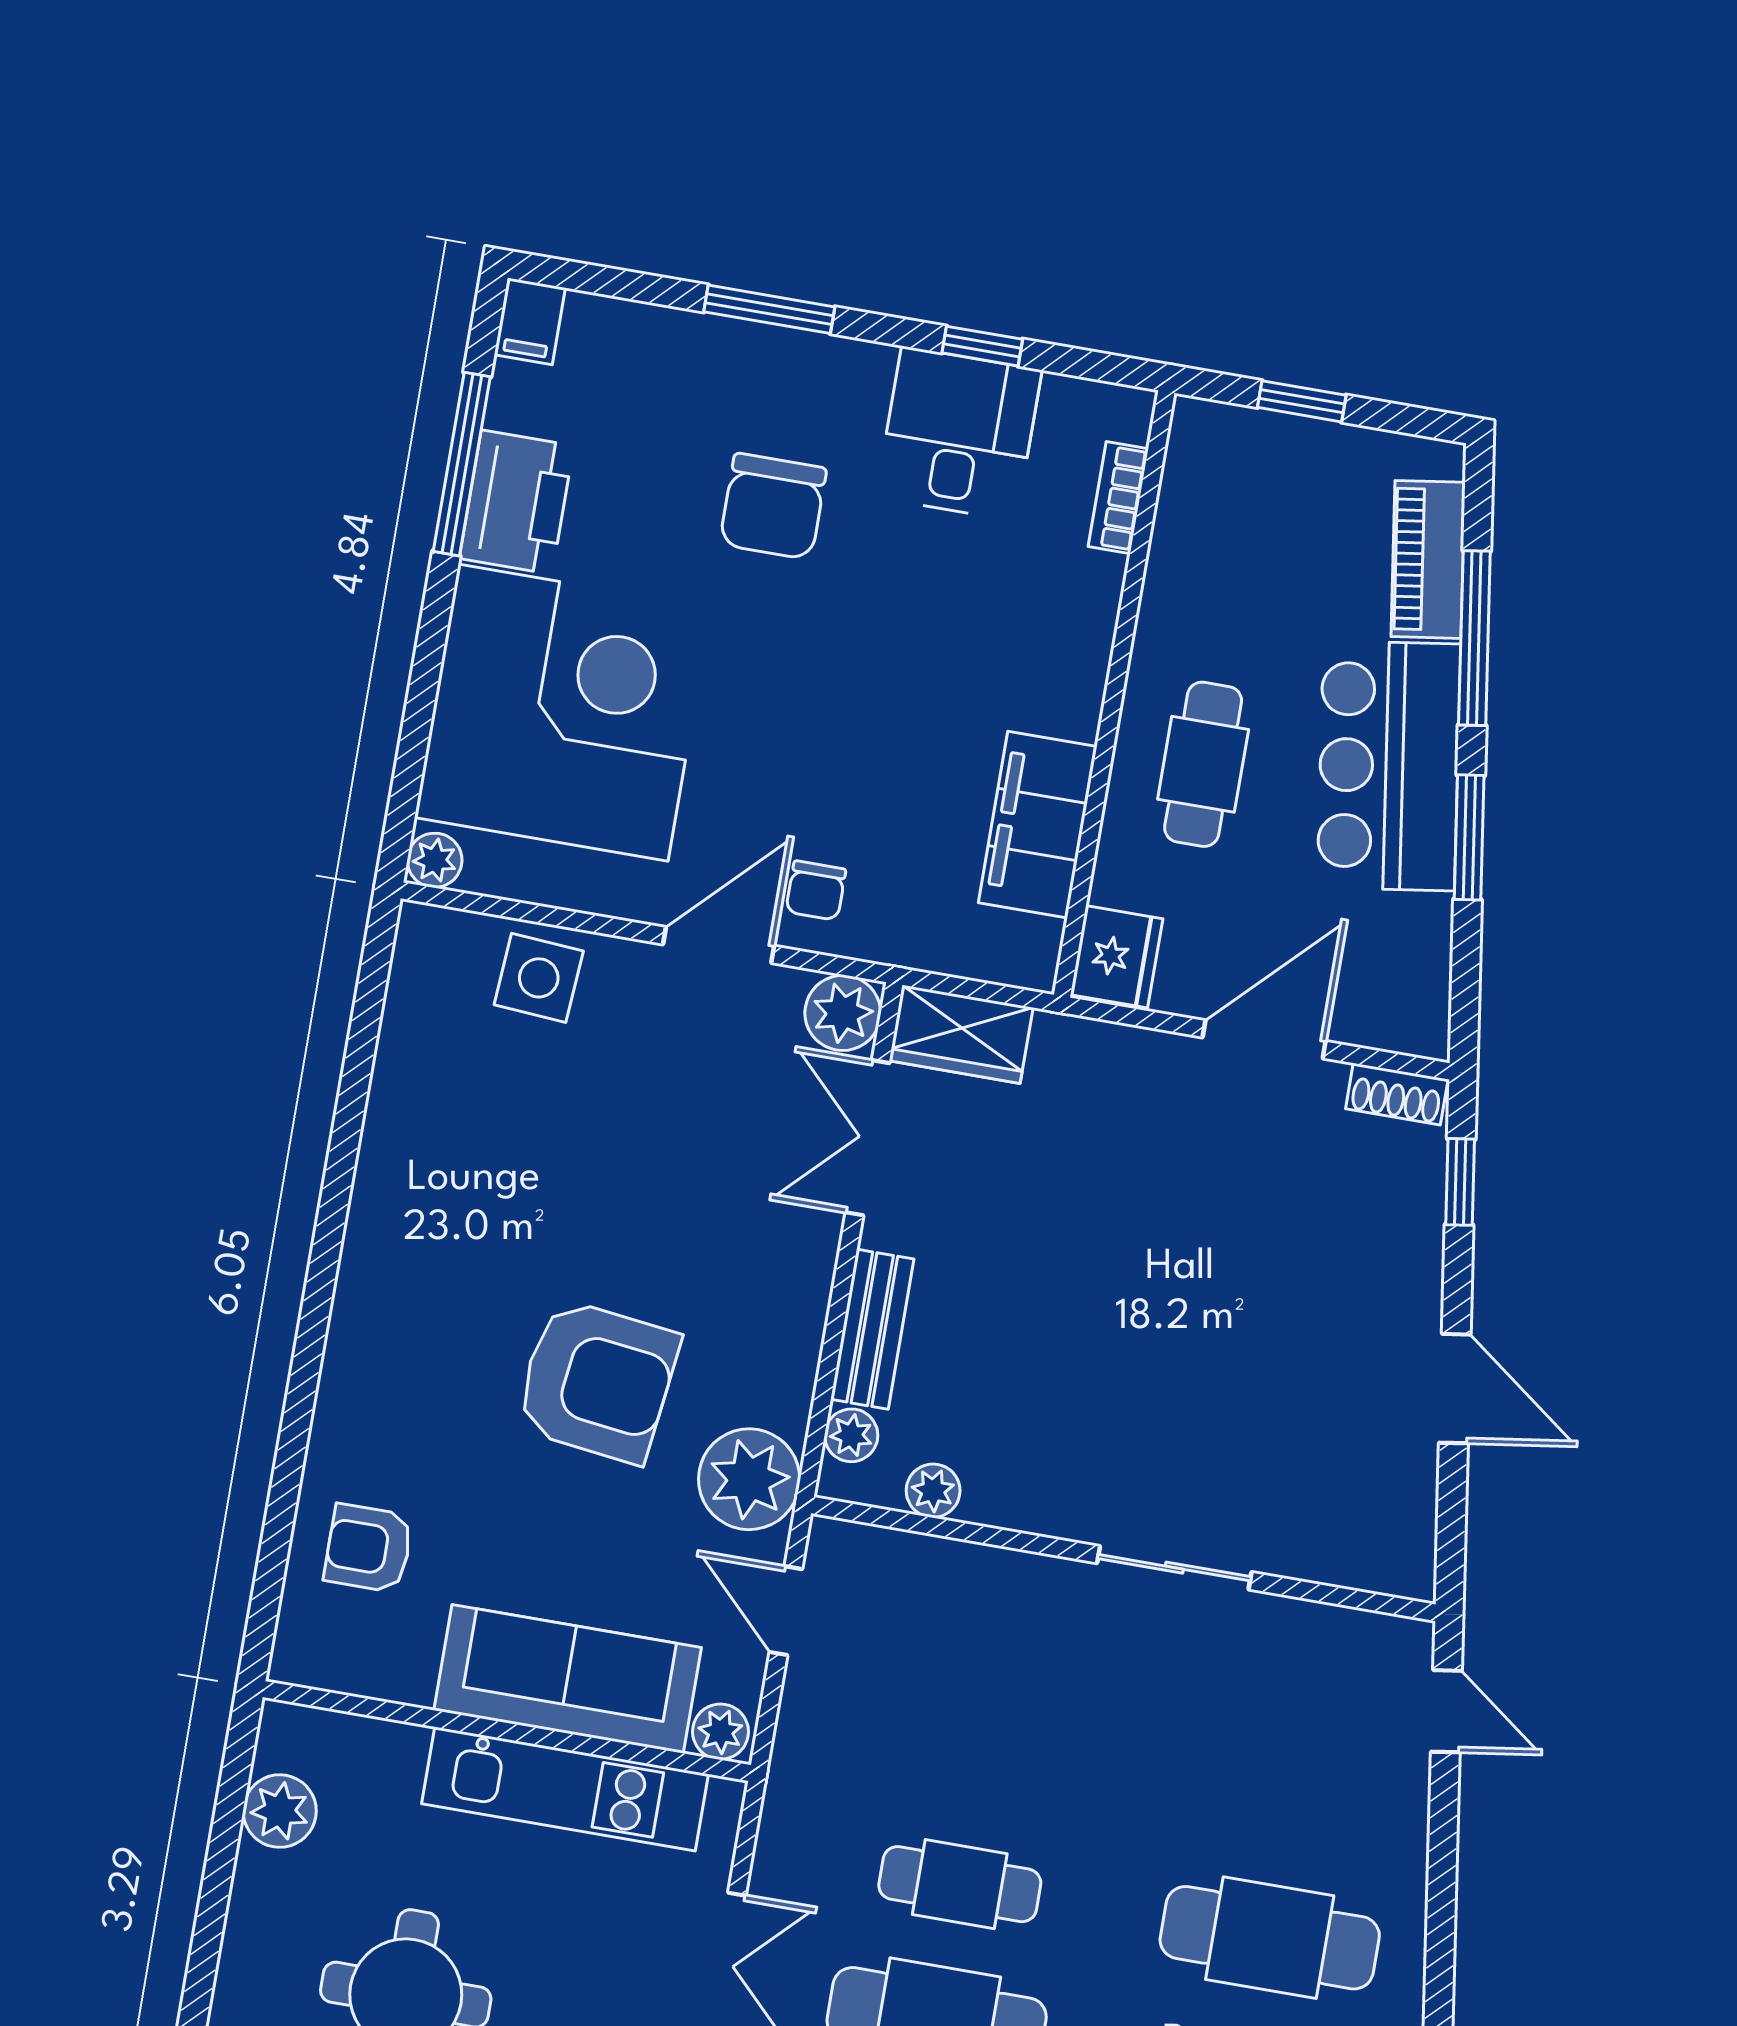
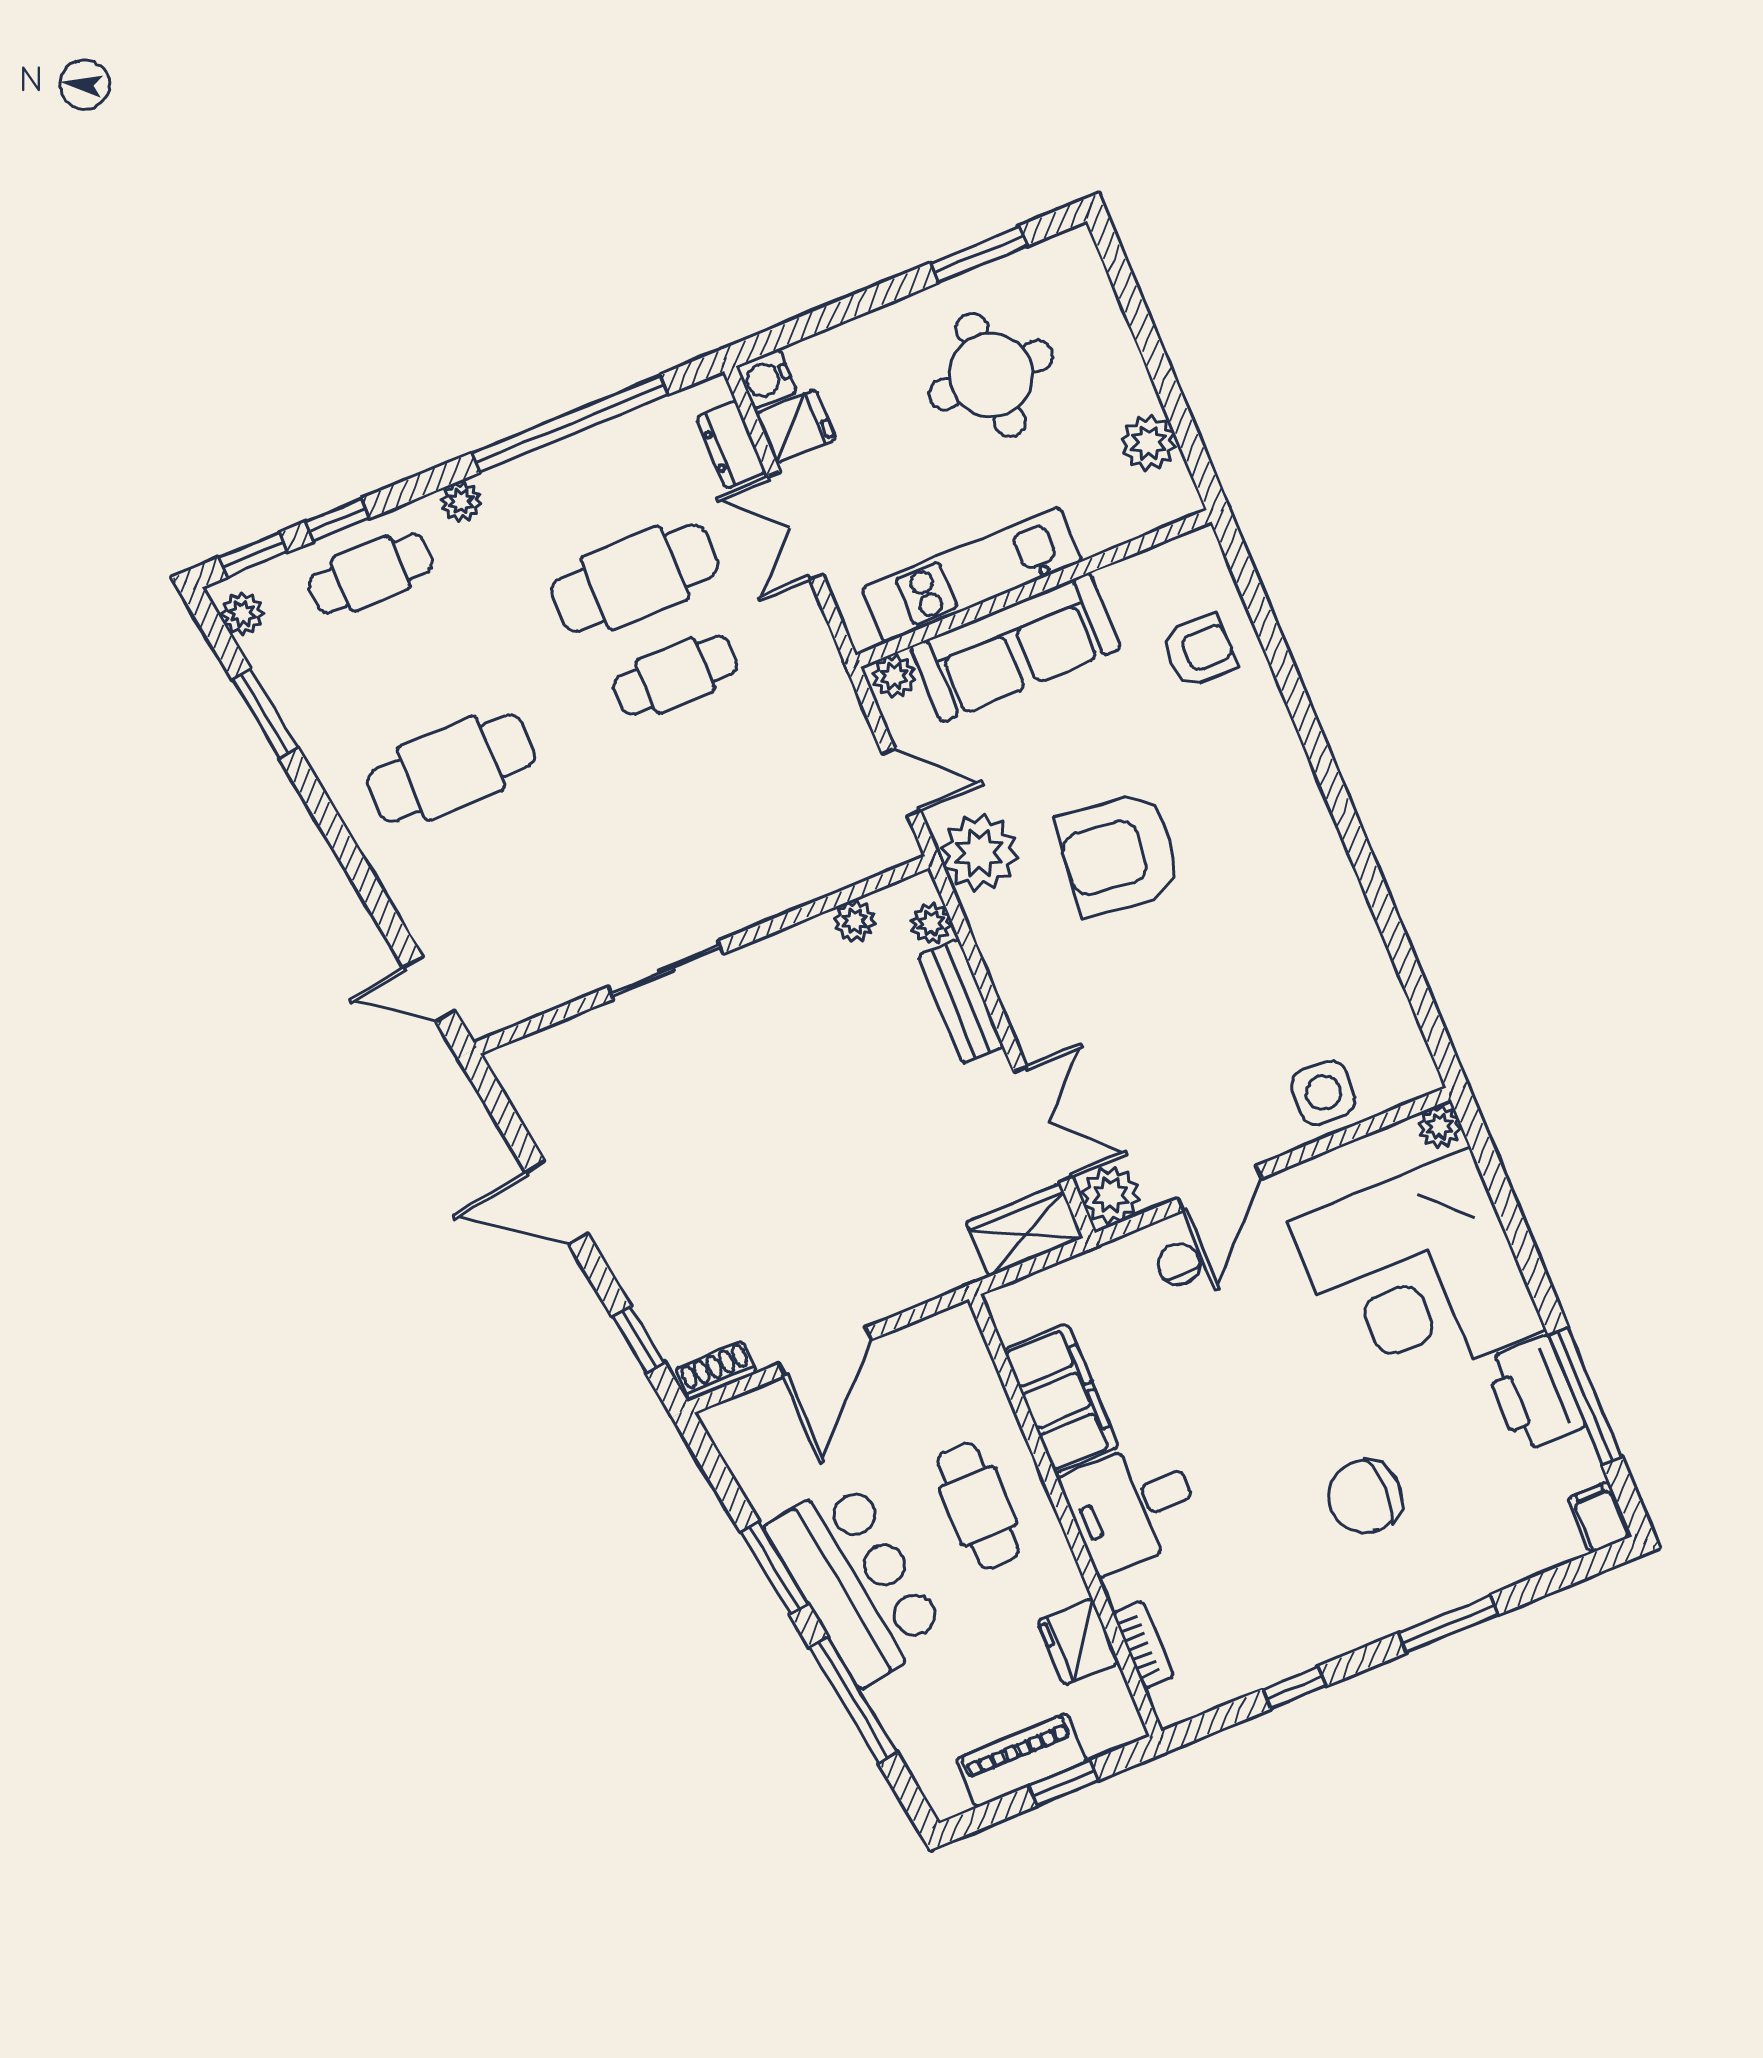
desk: (959, 434) -> (1132, 1506), moved, turned 90
chair: (773, 506) -> (1365, 1497), turned -90
piano: (1428, 559) -> (1021, 1760), moved, turned -82
fridge: (1117, 957) -> (1078, 1642), moved

